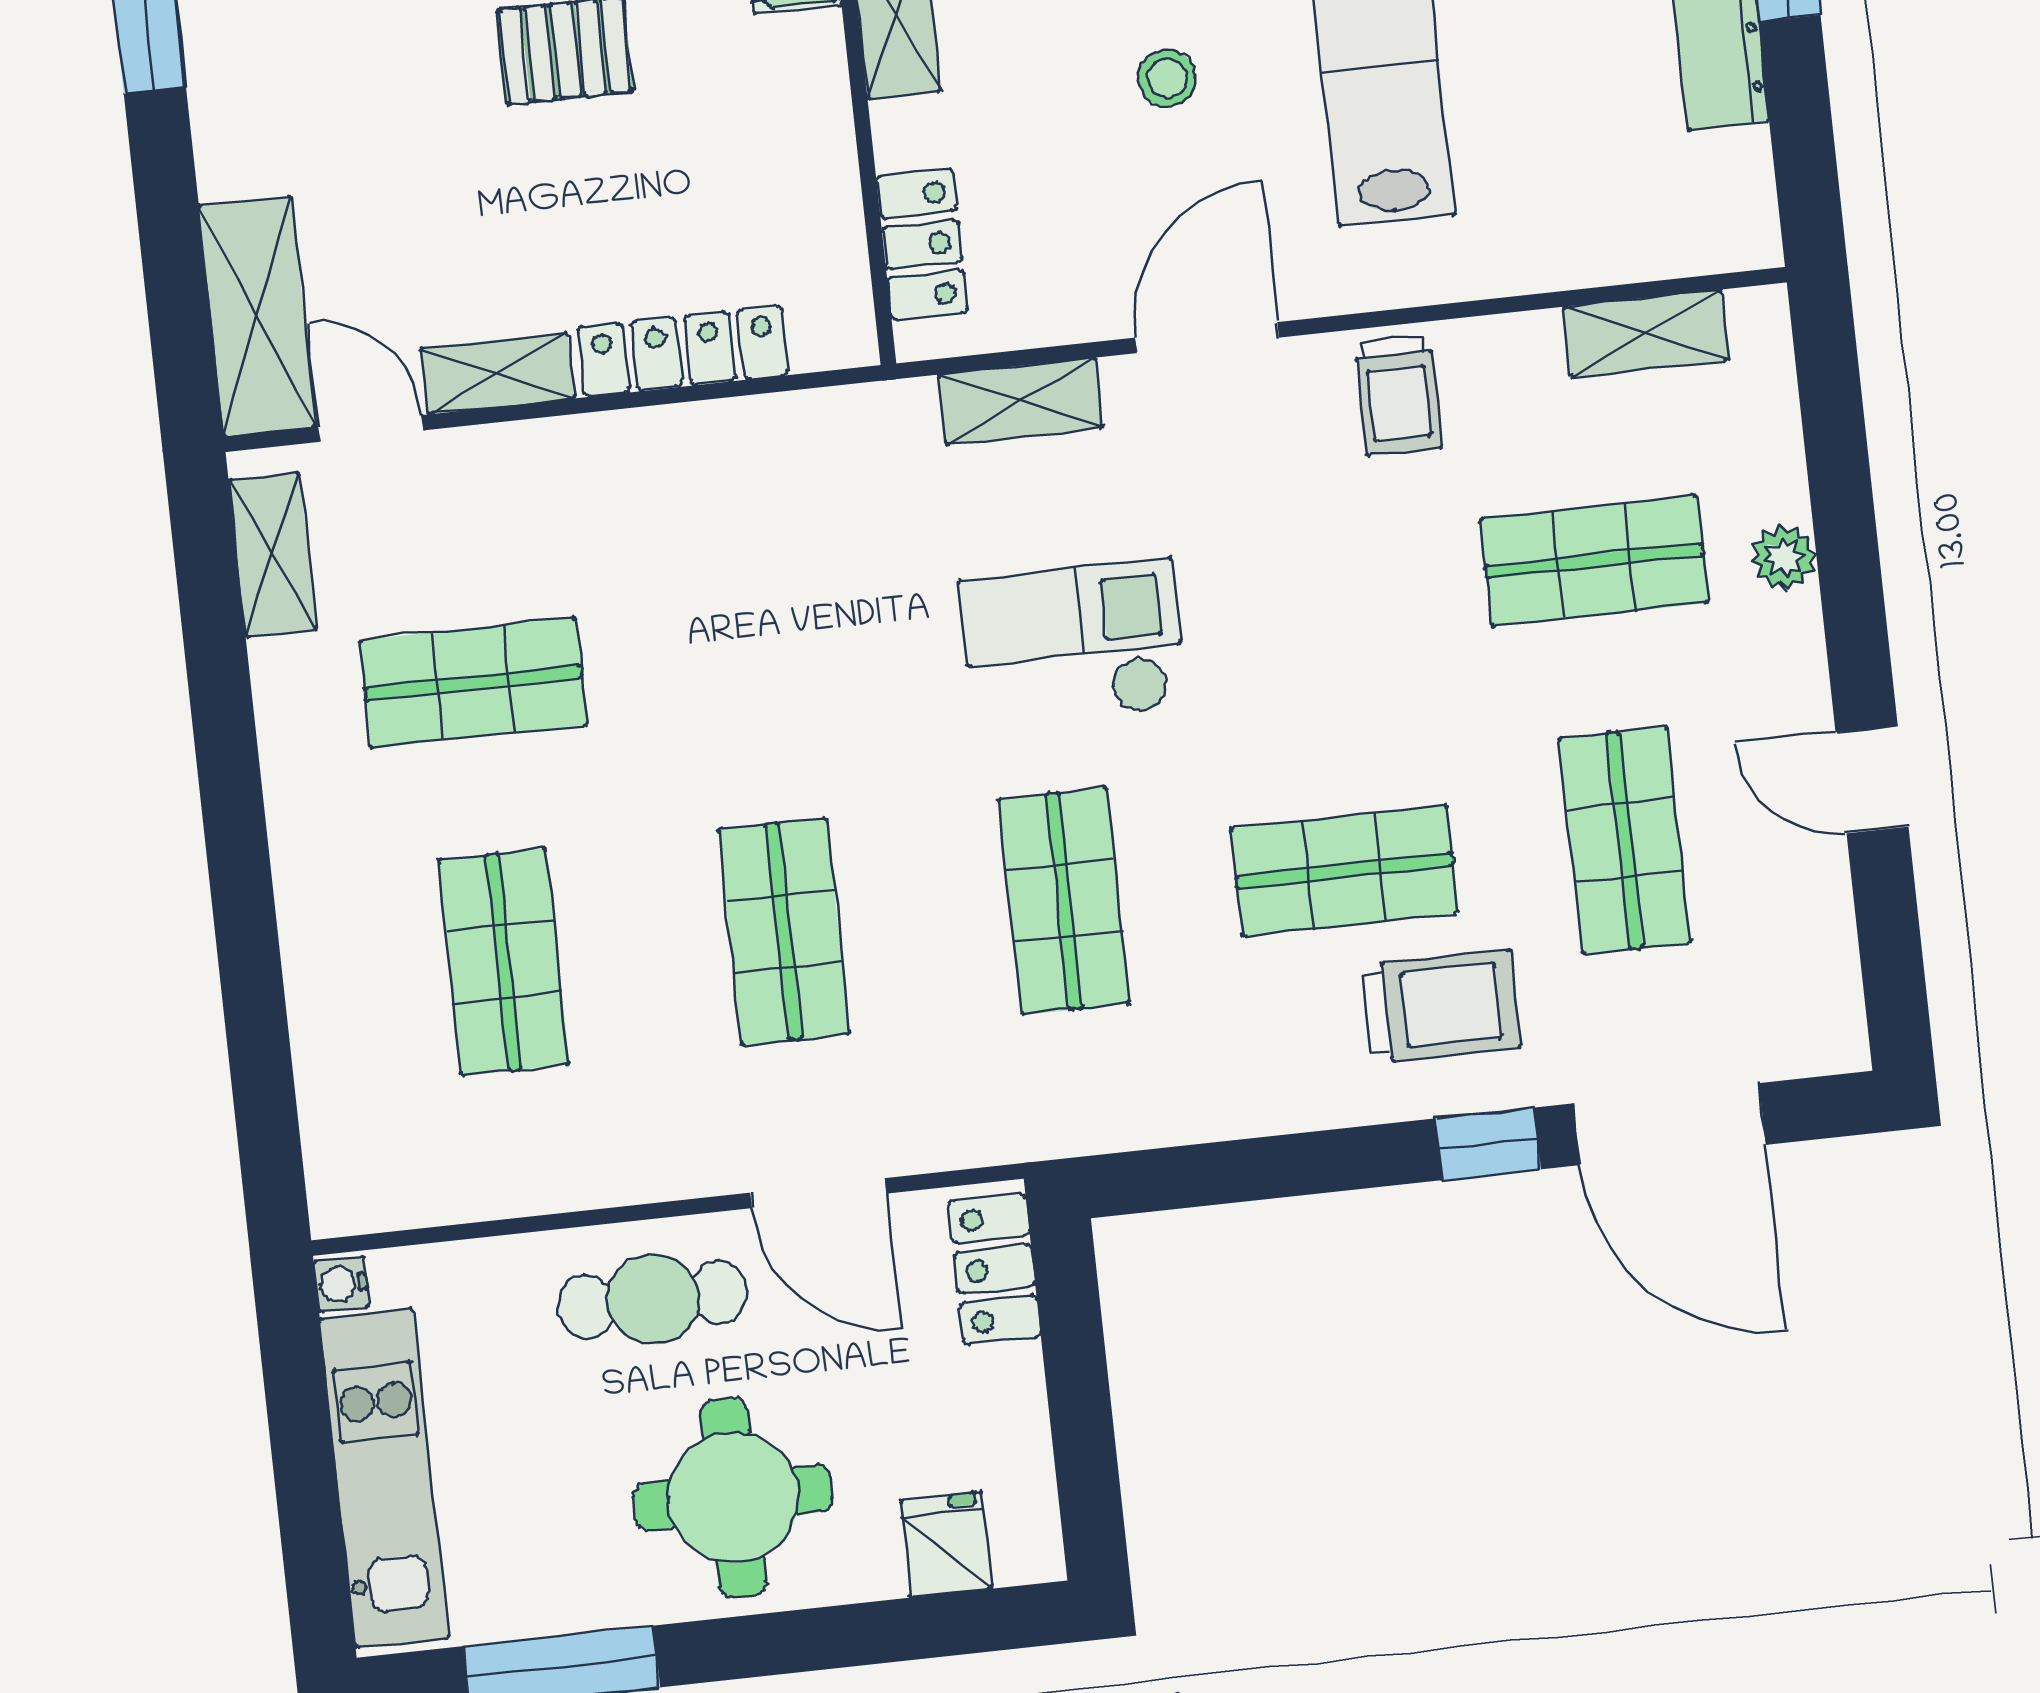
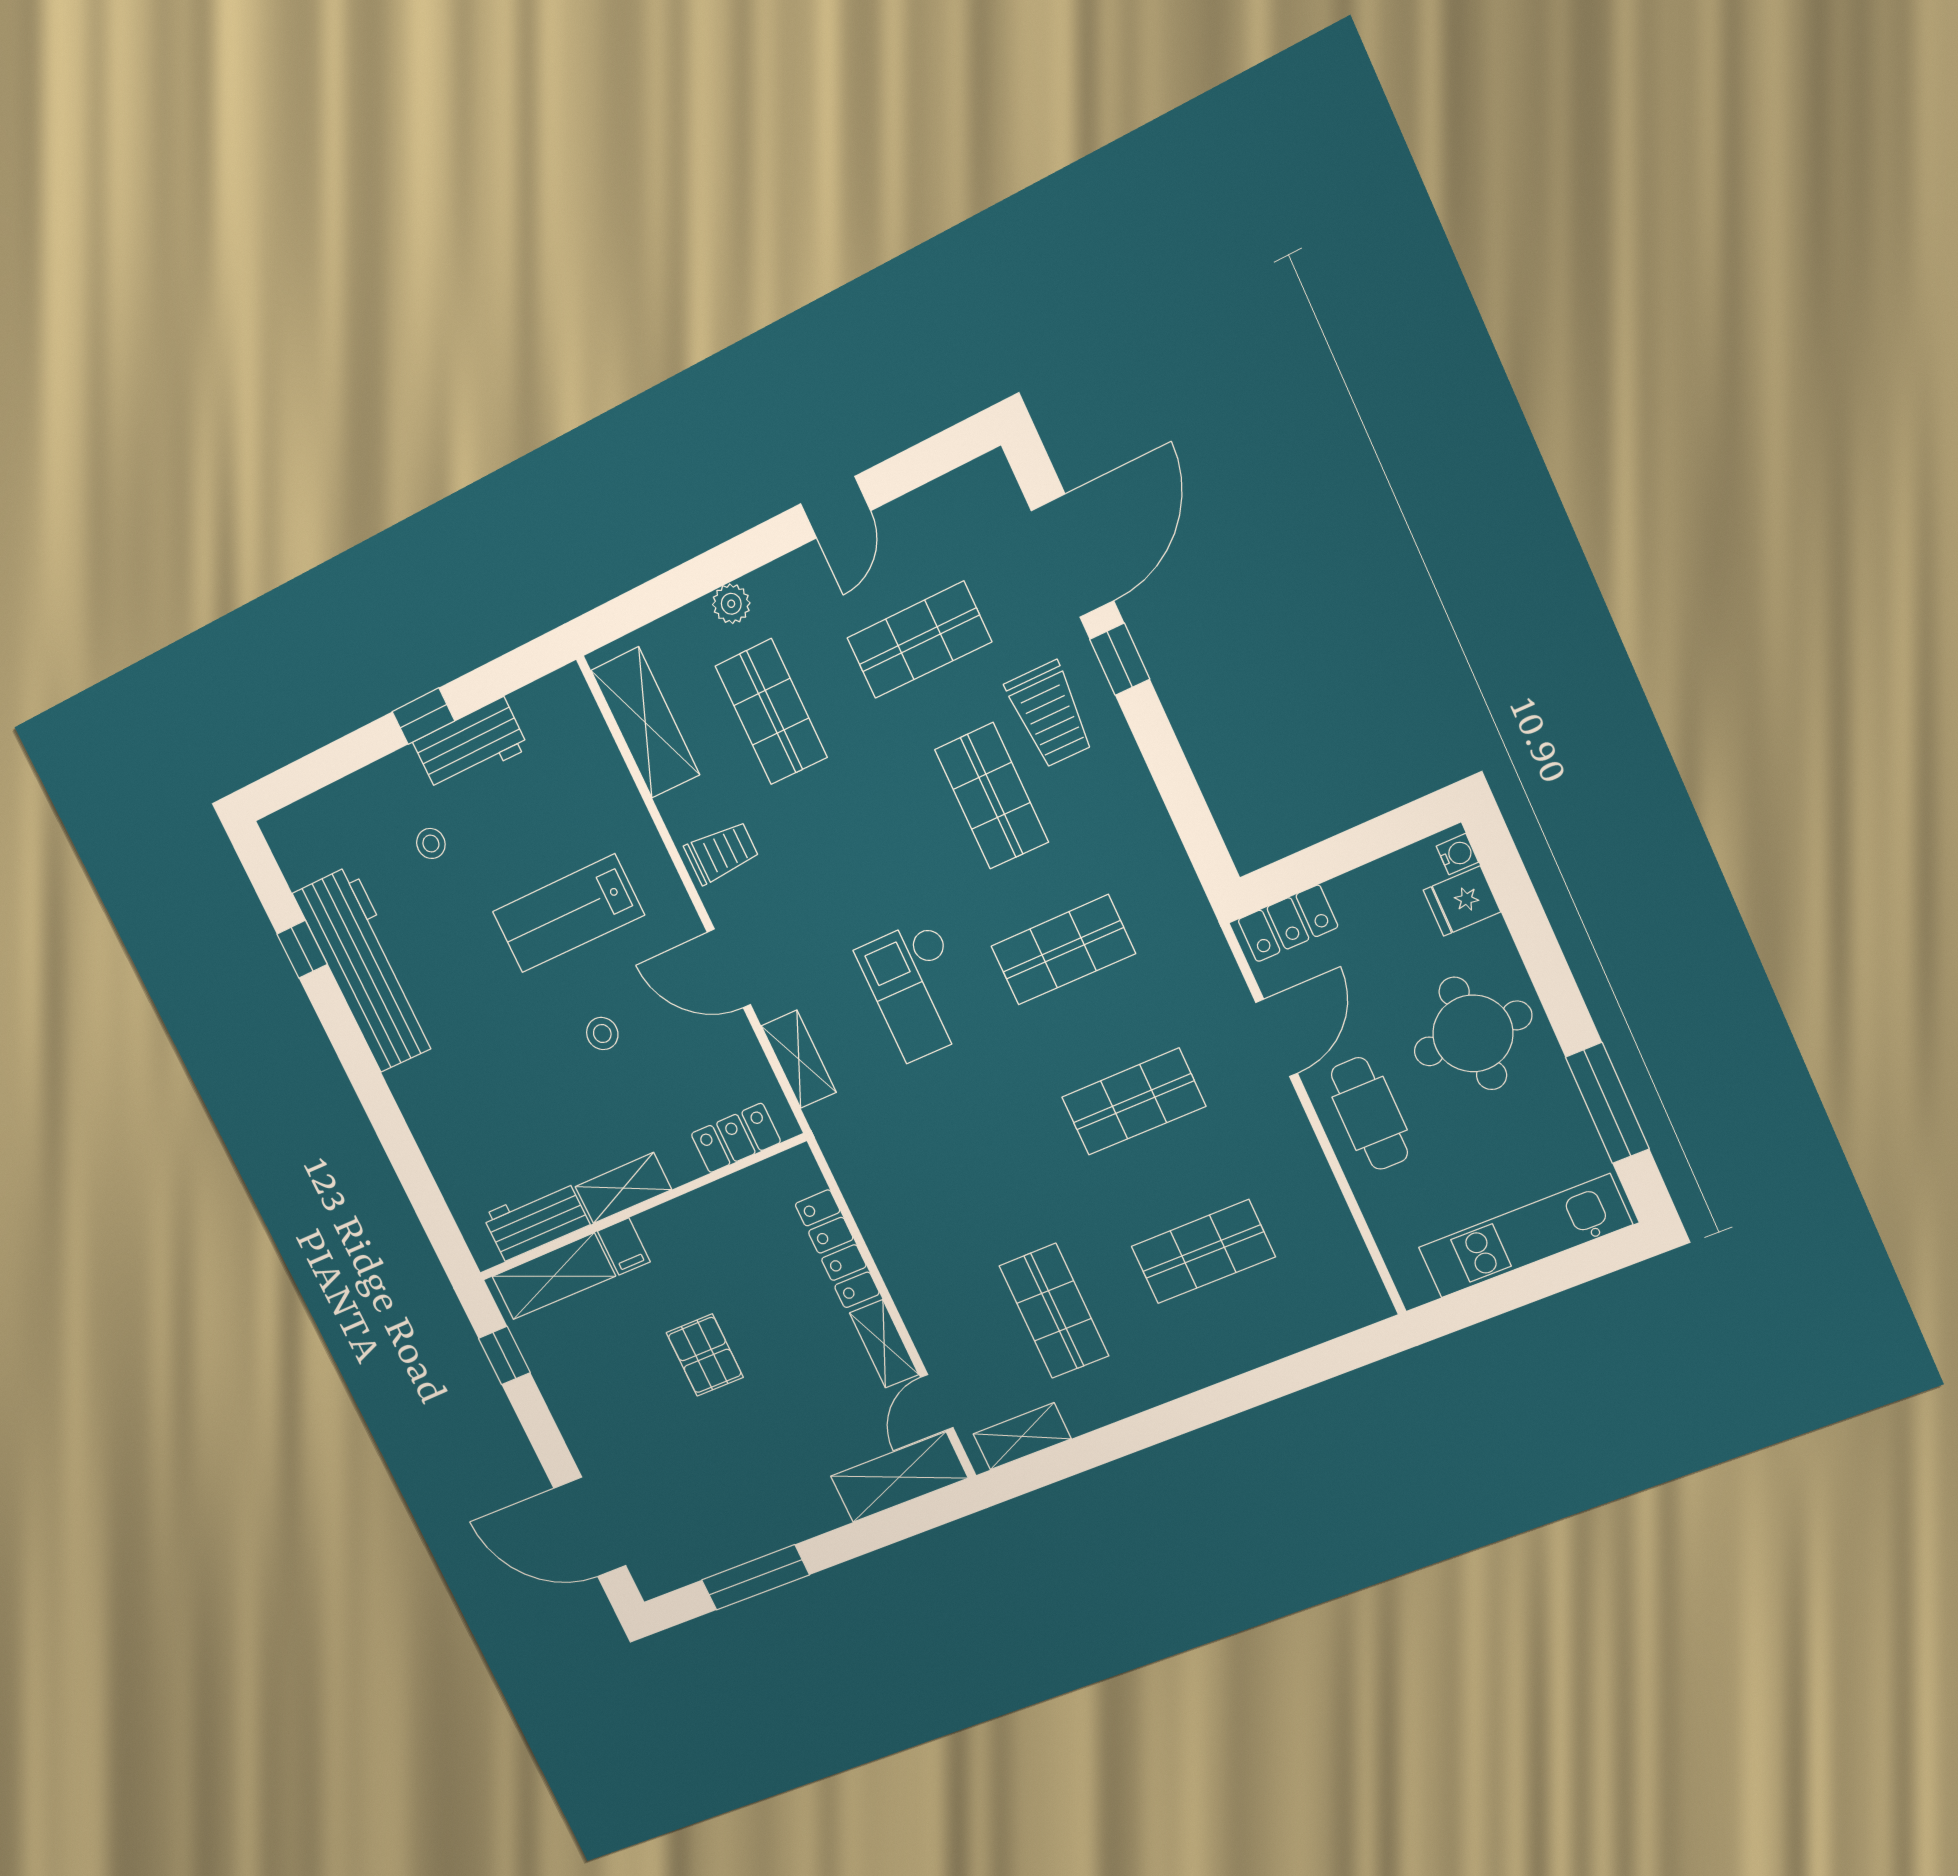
shelving: (1646, 334) -> (645, 723), width x1.50, depth x1.33
trolley: (1441, 1006) -> (1050, 714), turned 180
water cooler: (341, 1284) -> (1457, 854), moved, turned -90

